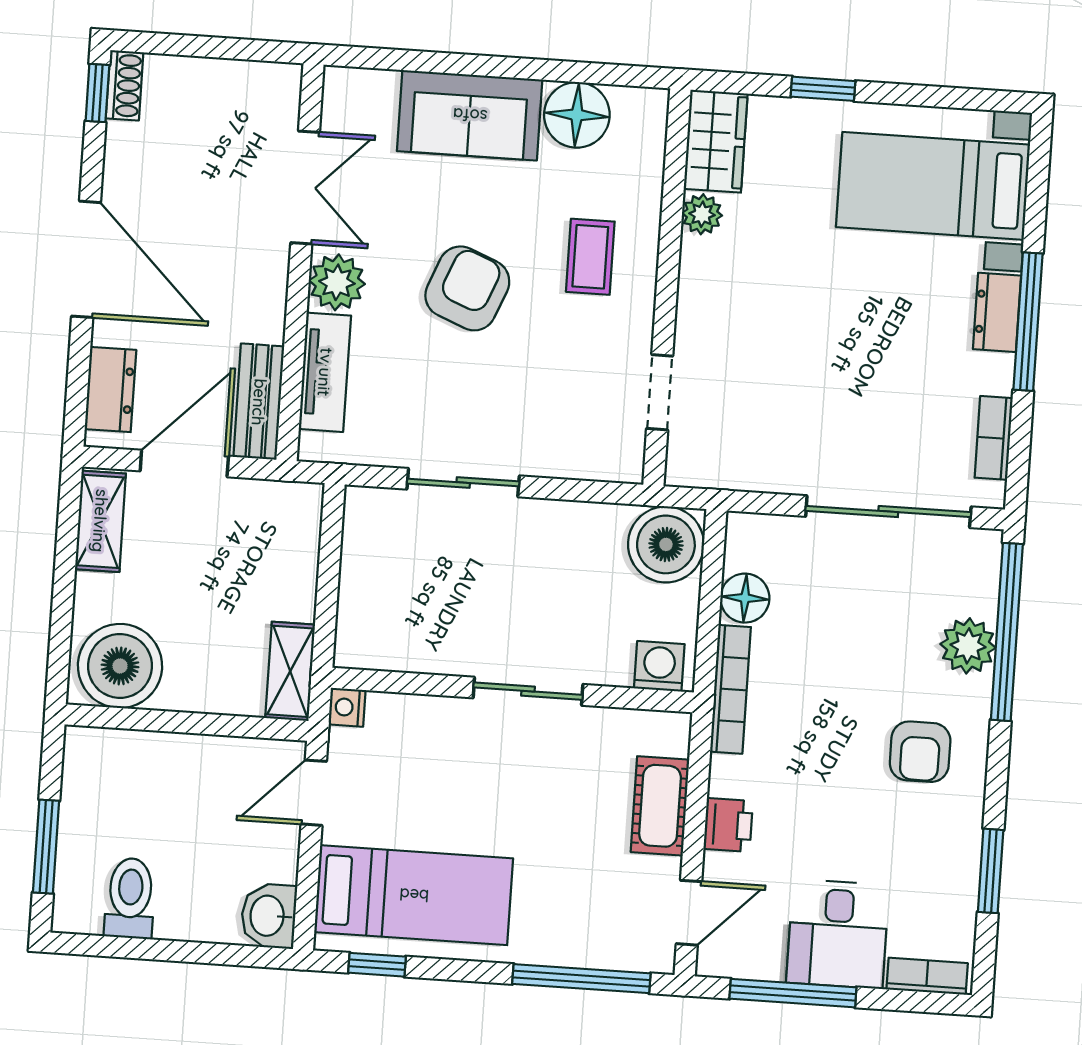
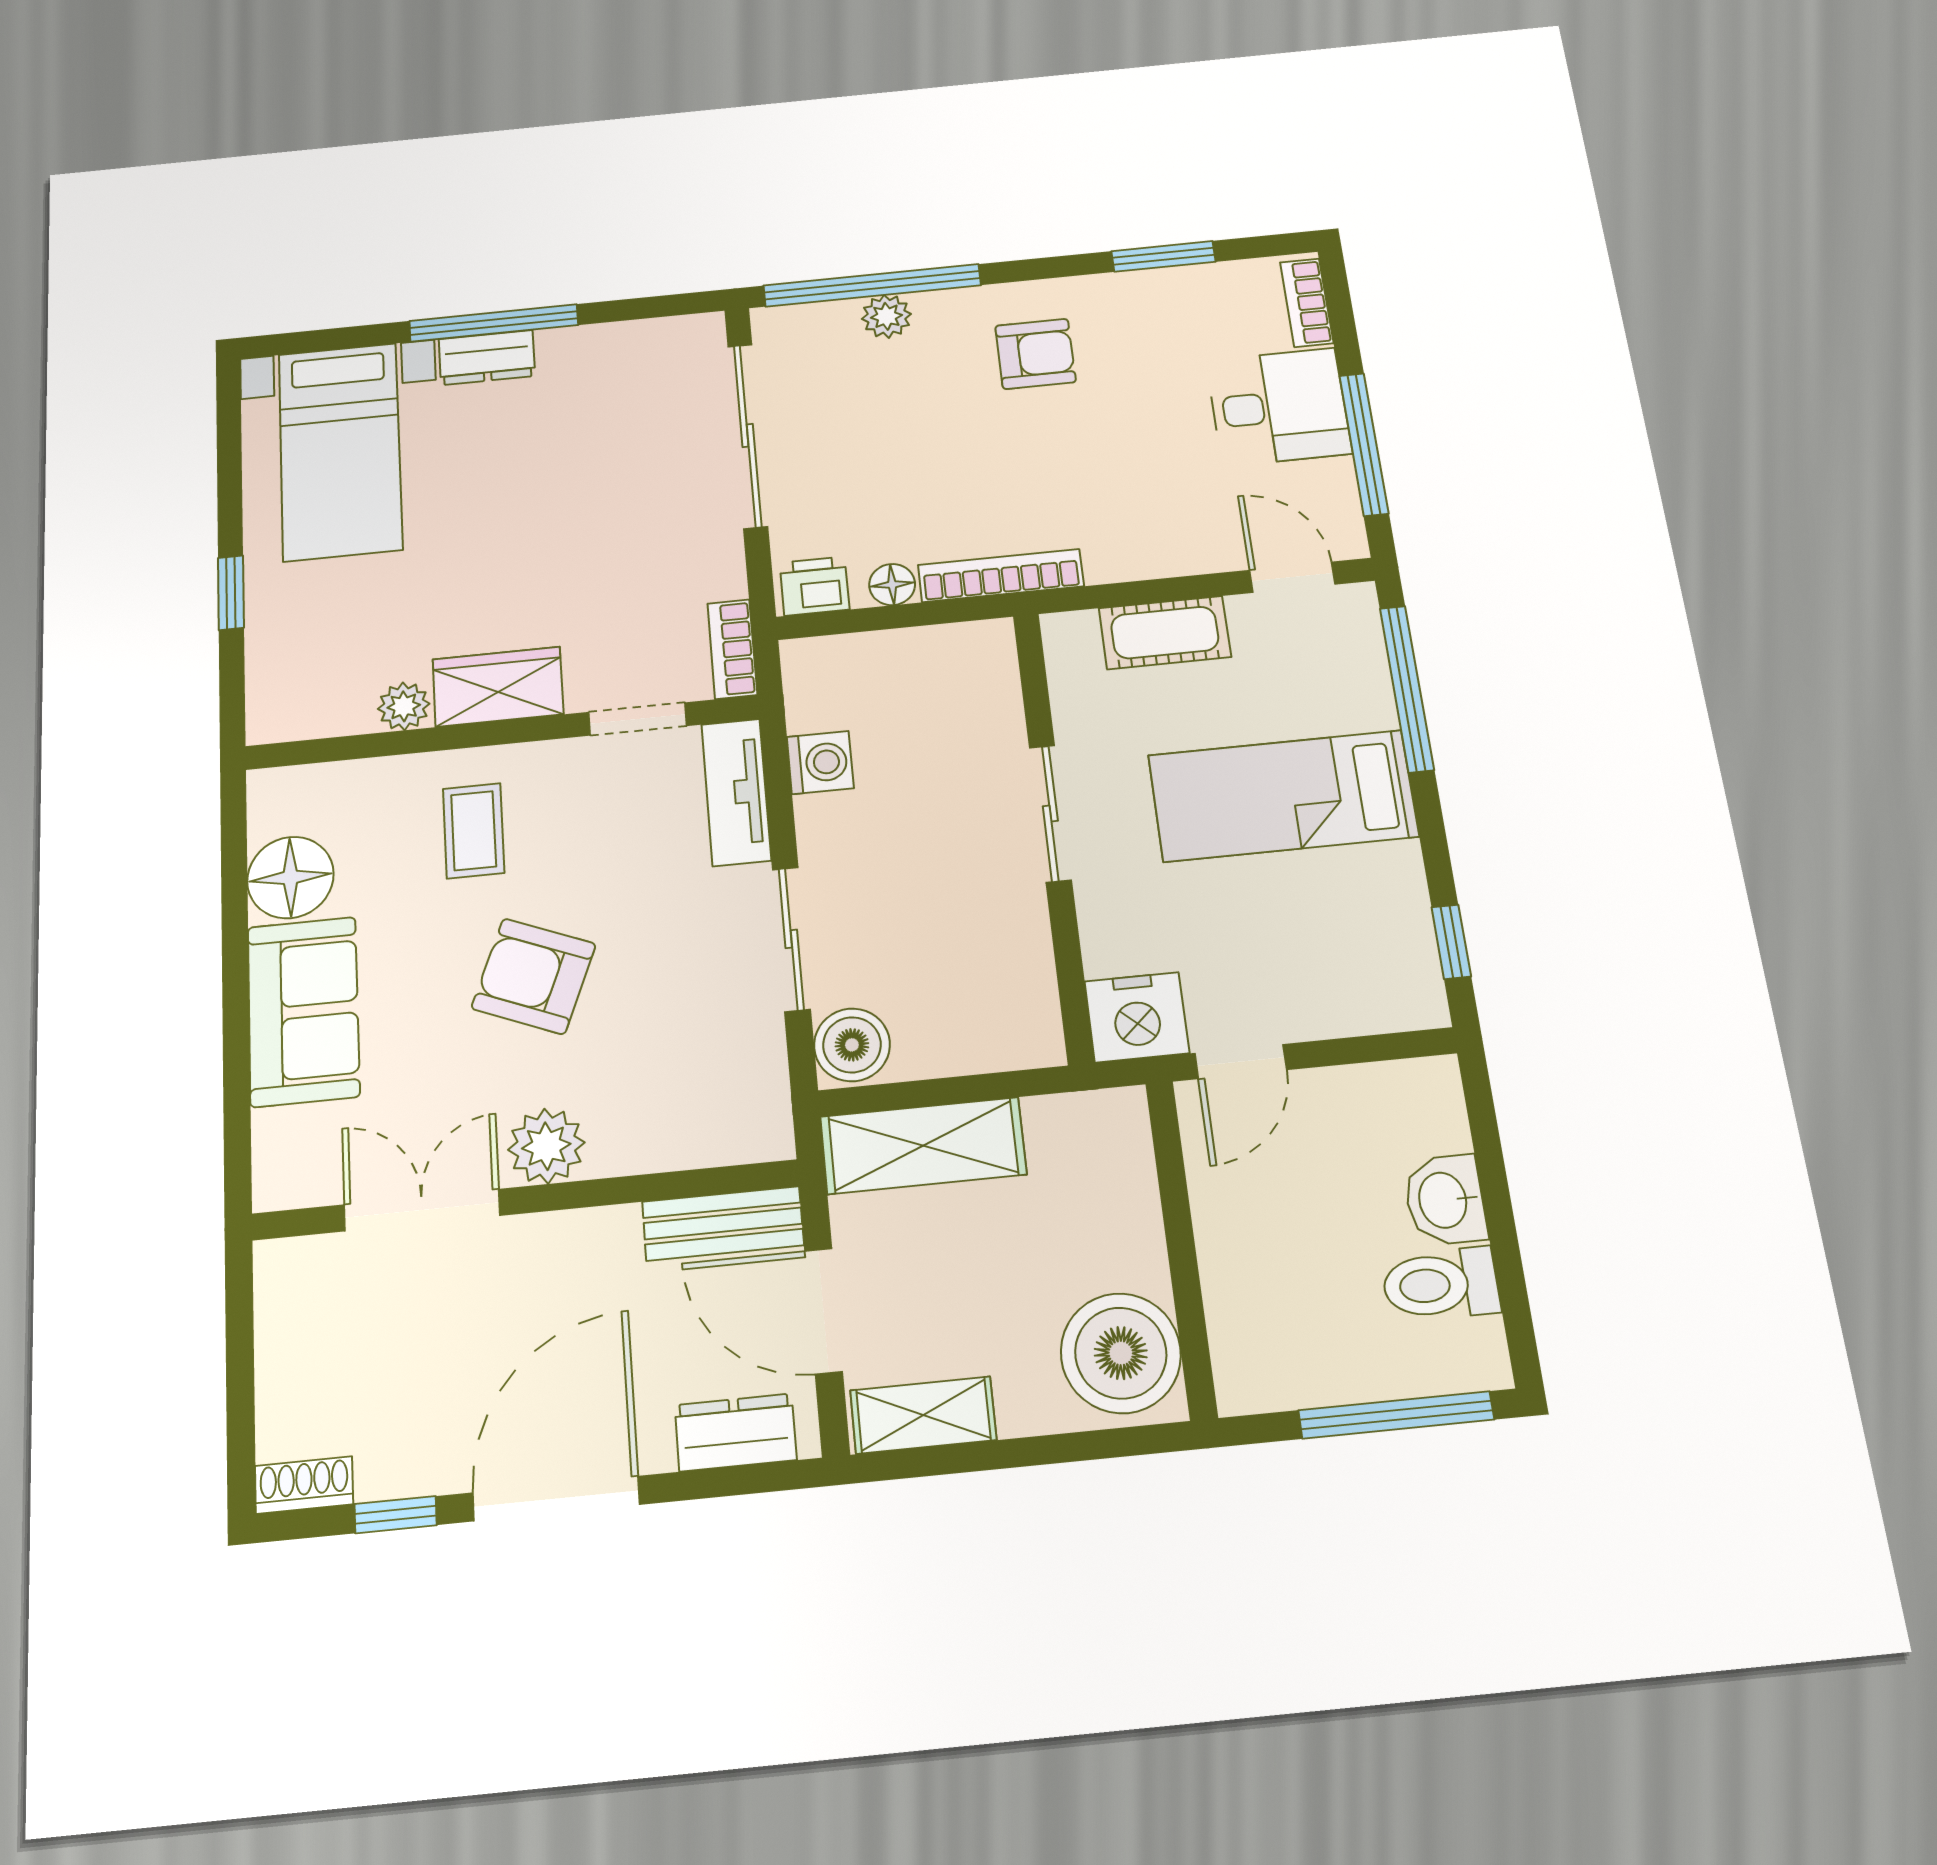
window: (97, 93) -> (396, 1515), moved
wardrobe: (716, 141) -> (498, 687), moved
coffee table: (590, 257) -> (474, 831), turned 90
tv unit: (325, 372) -> (736, 792), moved, turned -90
bookcase: (994, 438) -> (732, 649), moved, turned 90
boiler: (666, 544) -> (852, 1045), moved, width x0.73, depth x0.73
floor lamp: (745, 598) -> (892, 585), width x0.73, depth x0.73
plant: (968, 646) -> (886, 316), width x0.73, depth x0.73
washing machine: (659, 666) -> (820, 763), moved, turned 180
shelving: (290, 671) -> (923, 1146), moved, width x1.50, depth x1.33
nightstand: (347, 707) -> (1137, 1017), width x1.89, depth x1.79
door: (314, 793) -> (1241, 1062), hinge flipped
printer: (728, 825) -> (814, 586), moved
window: (46, 847) -> (1396, 1415), width x1.44
bed: (414, 895) -> (1283, 796), moved, turned -90
washbasin: (269, 916) -> (1445, 1200), moved, turned 90

